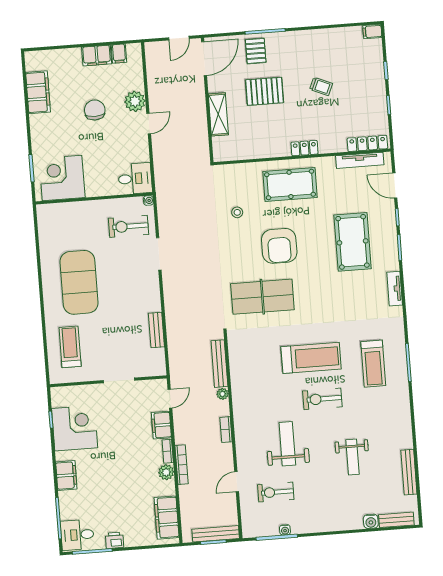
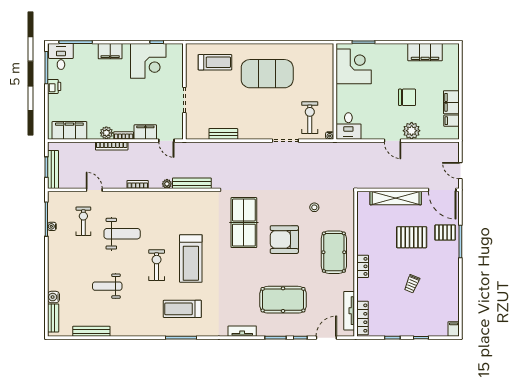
pallet: (265, 91) -> (412, 237), turned 90
shelving: (218, 114) -> (396, 198), width x1.47

